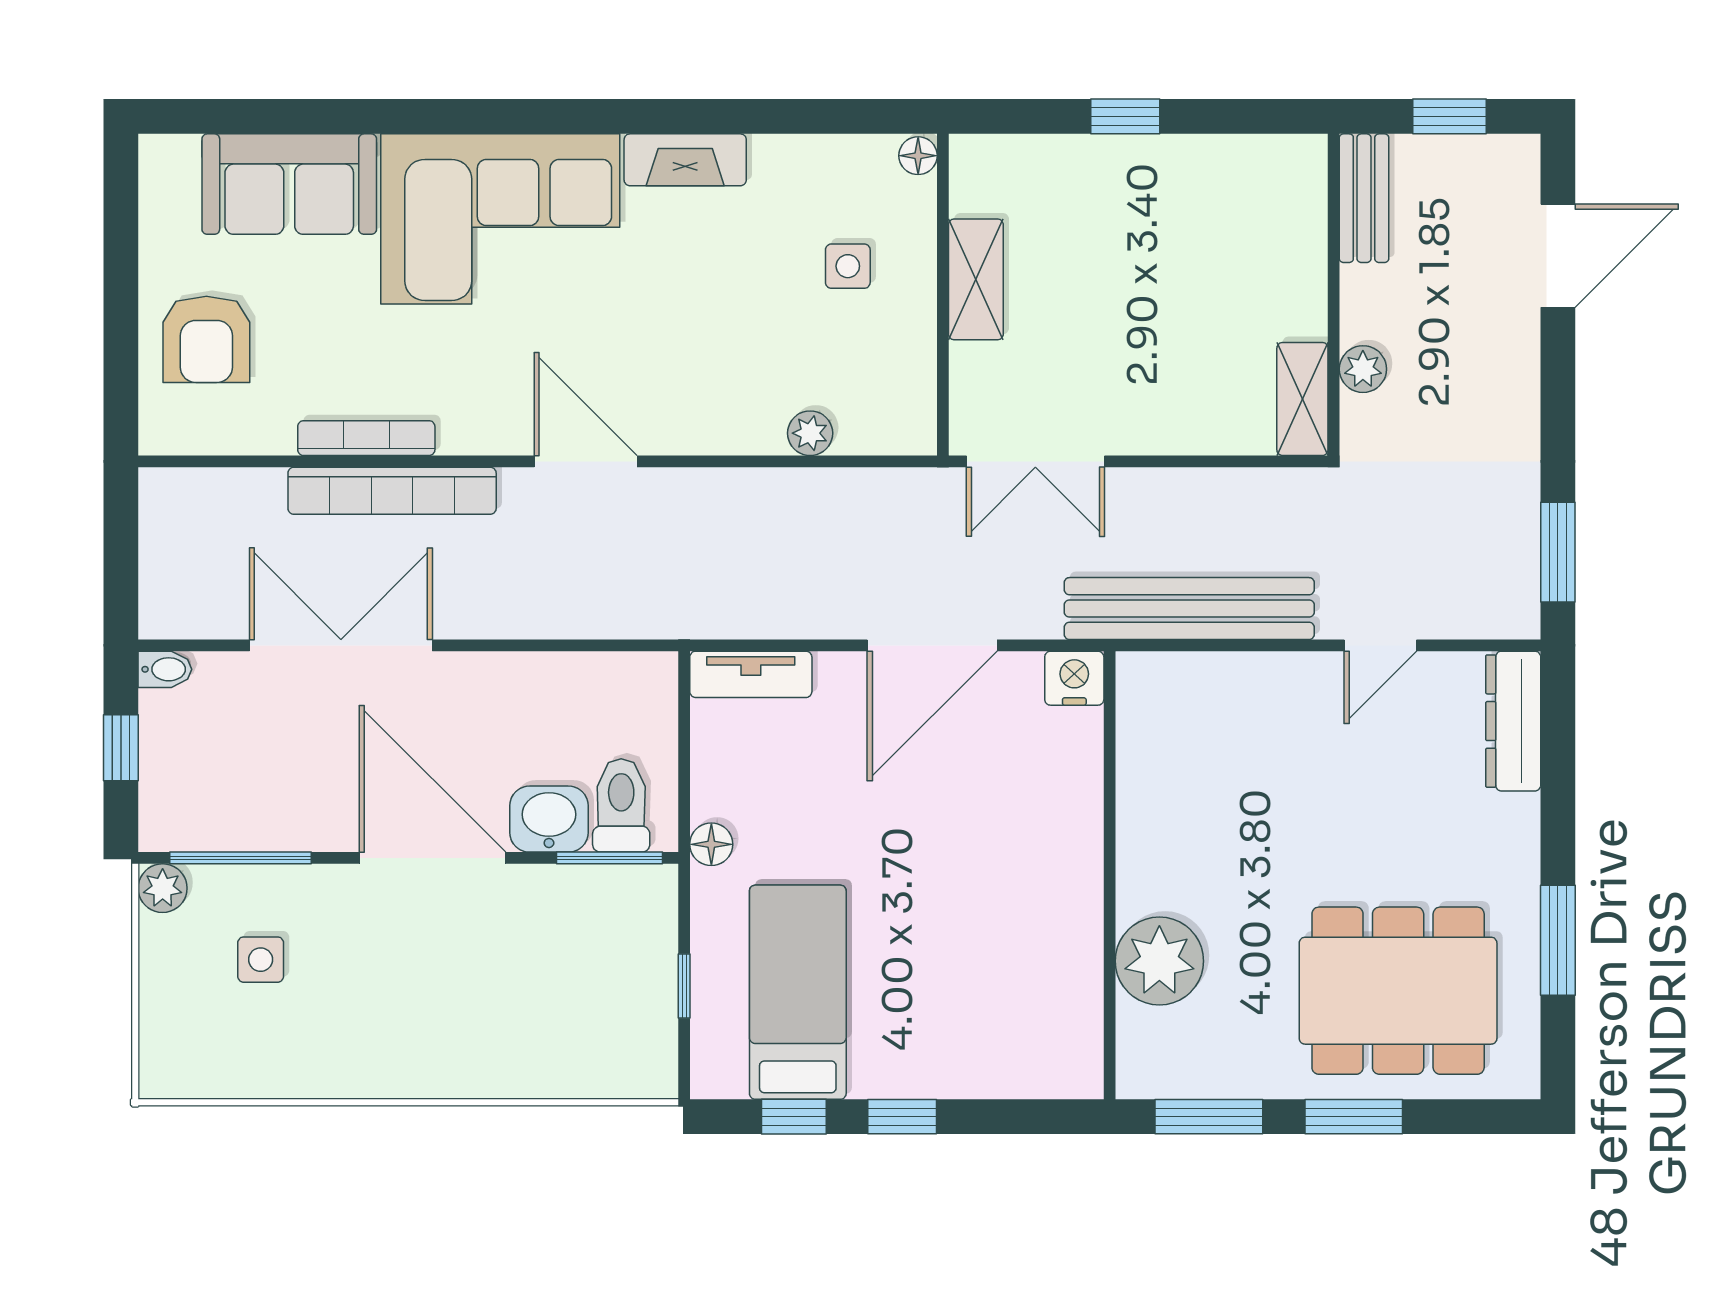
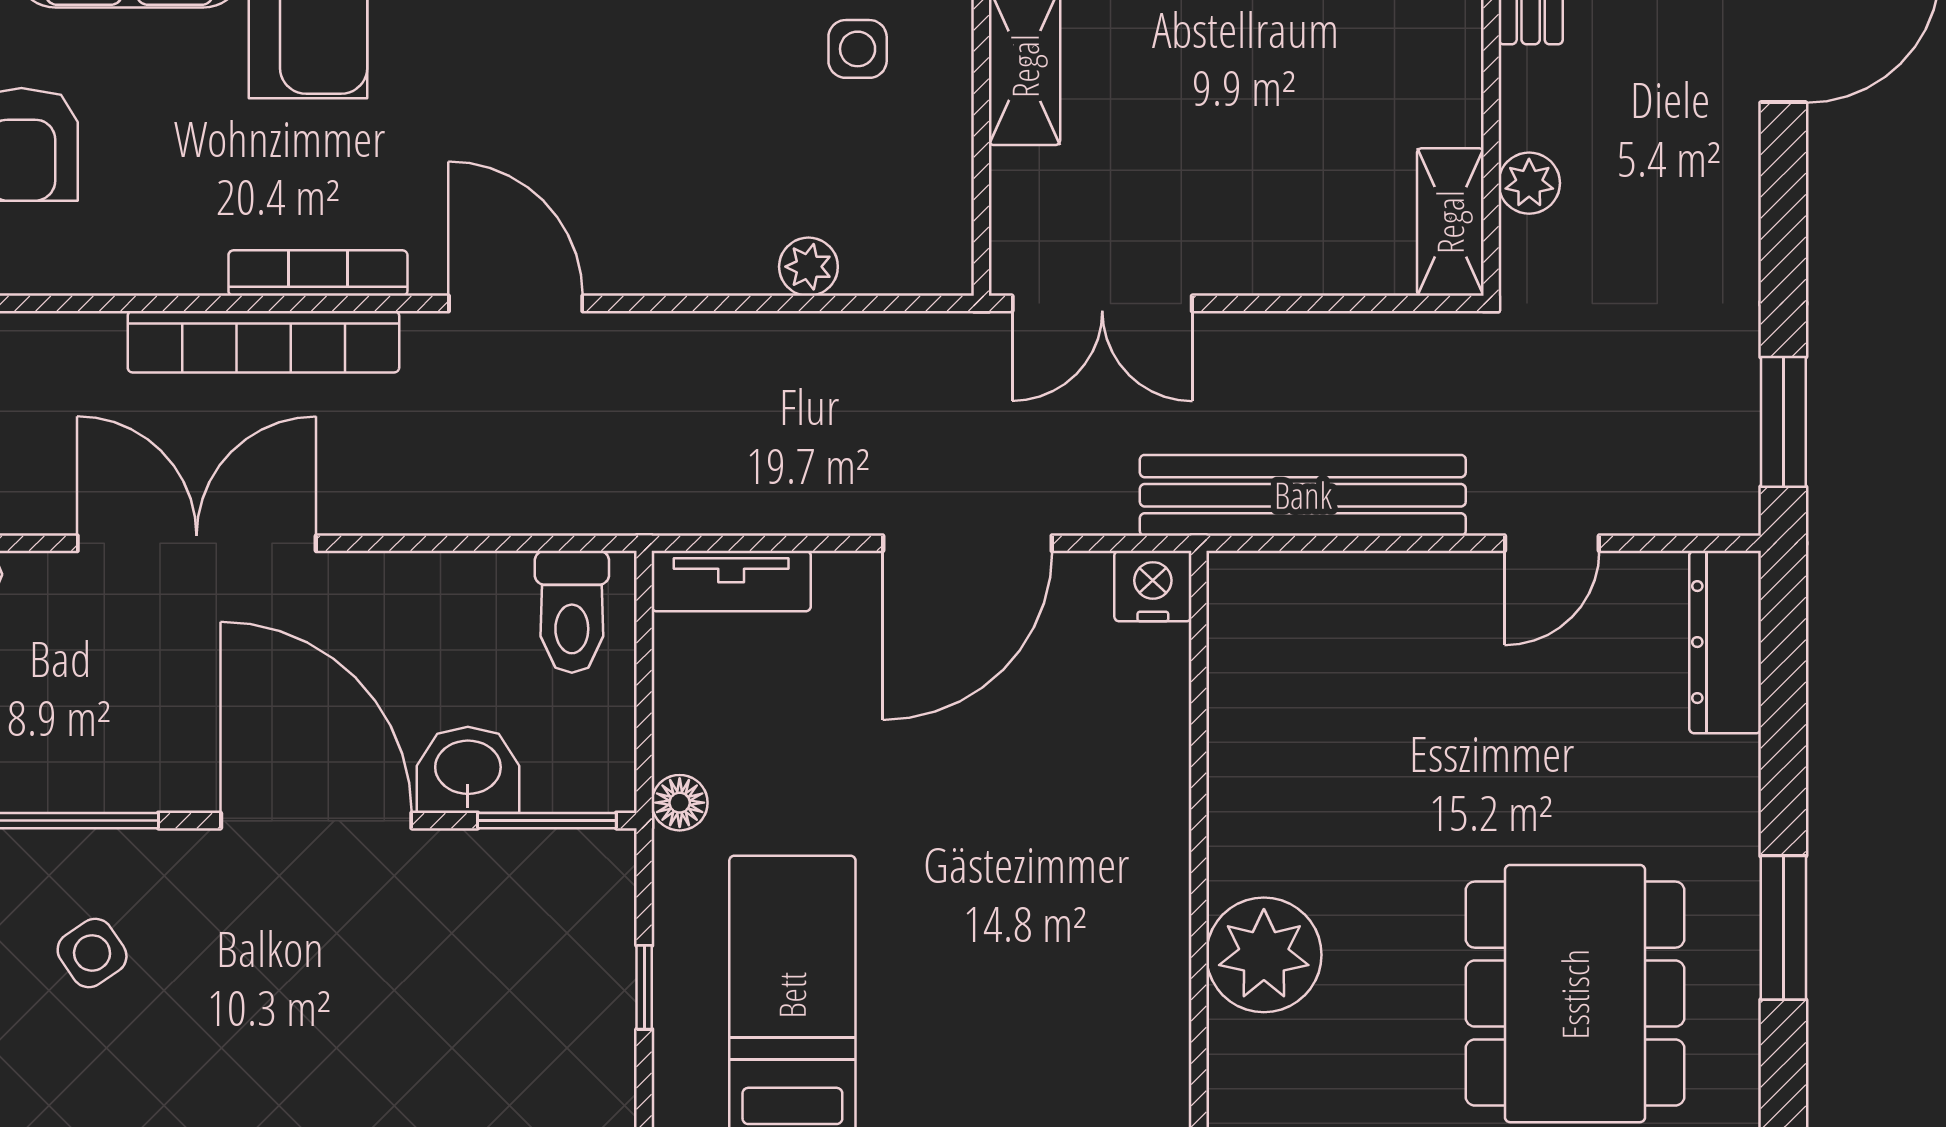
bookcase: (366, 438) -> (318, 273), moved
toilet: (621, 805) -> (572, 612), moved, turned 180
side table: (261, 960) -> (92, 953), turned -34
dining table: (1398, 991) -> (1575, 994), turned 90

